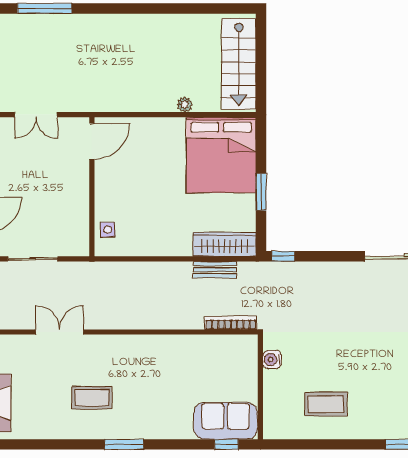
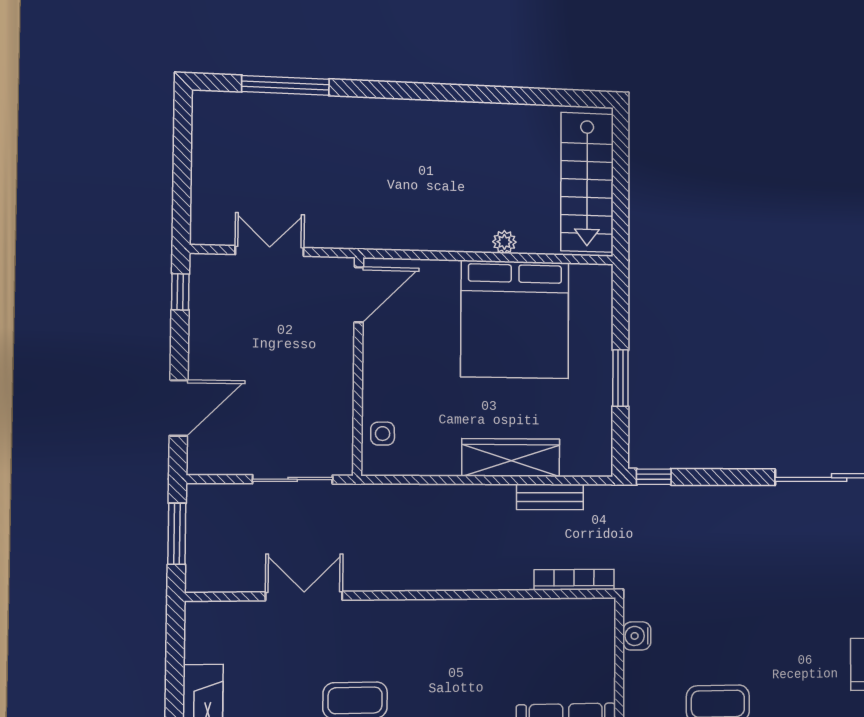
double door: (36, 115) -> (270, 251), swing flipped
bed: (221, 155) -> (515, 319), moved
wardrobe: (225, 244) -> (511, 458), moved
sliding door: (33, 259) -> (293, 479), moved

